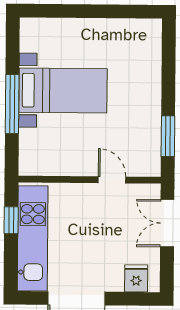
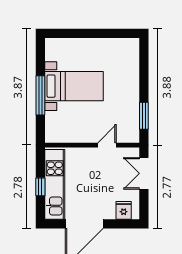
door: (112, 180) -> (107, 145), hinge flipped
window: (11, 220) -> (40, 187), moved

